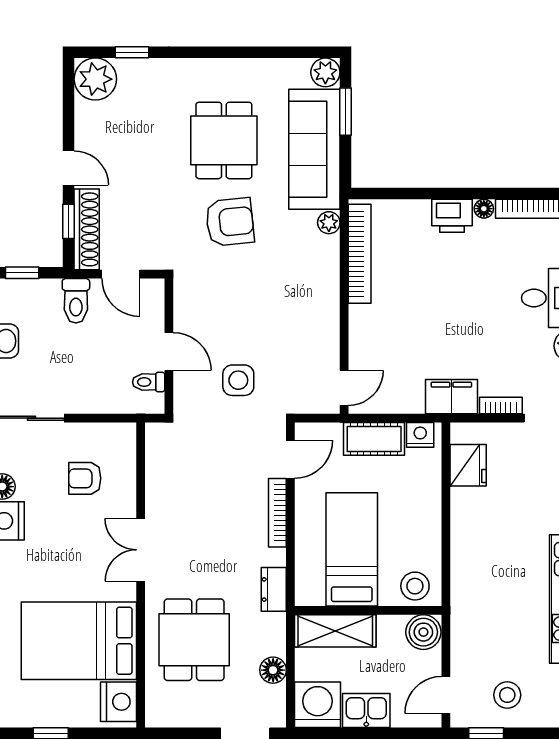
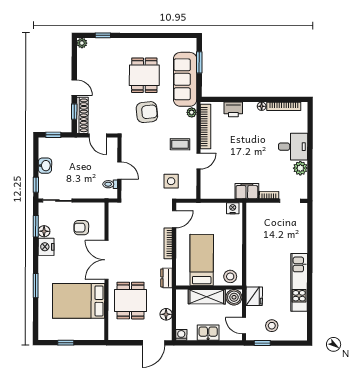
plant: (325, 72) -> (190, 45), removed
plant: (95, 79) -> (82, 43), width x0.53, depth x0.53
printer: (452, 216) -> (233, 109), moved
coffee table: (303, 293) -> (180, 144), added
toilet: (76, 301) -> (77, 147), removed
side table: (238, 380) -> (171, 181), moved
door: (344, 388) -> (198, 161), moved
cot: (374, 439) -> (212, 210), removed
fridge: (468, 465) -> (254, 296), moved
double door: (141, 550) -> (106, 260), width x1.37
shelving: (335, 631) -> (207, 297), moved
door: (446, 695) -> (244, 326), hinge flipped
nightstand: (119, 702) -> (96, 328), removed
washing machine: (318, 705) -> (181, 335), width x0.53, depth x0.53

